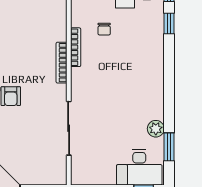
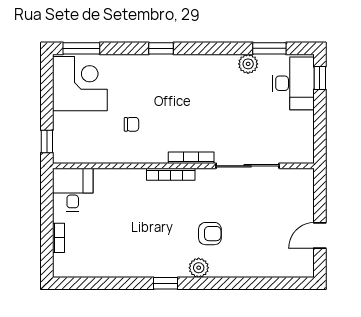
window: (169, 23) -> (161, 48), moved
bookcase: (76, 47) -> (191, 158), moved

